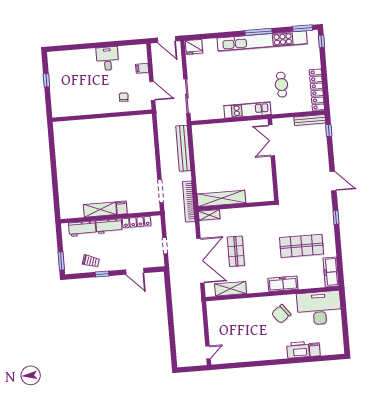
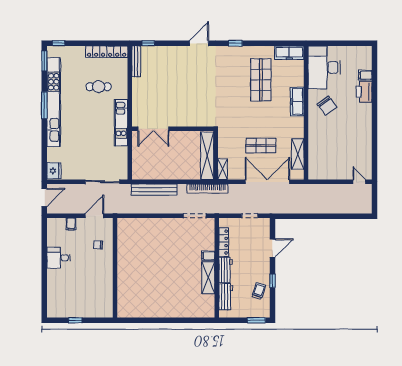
double door: (272, 140) -> (153, 129), moved
wall: (273, 160) -> (173, 129), moved

